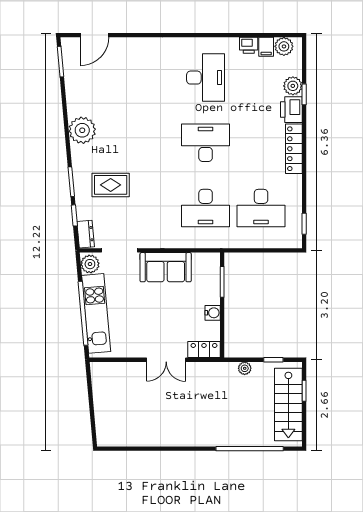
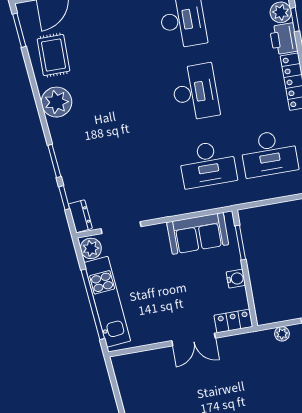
desk: (206, 143) -> (195, 92), turned 90
rug: (111, 185) -> (54, 55), moved, turned 90
sofa: (166, 267) -> (198, 233), moved

